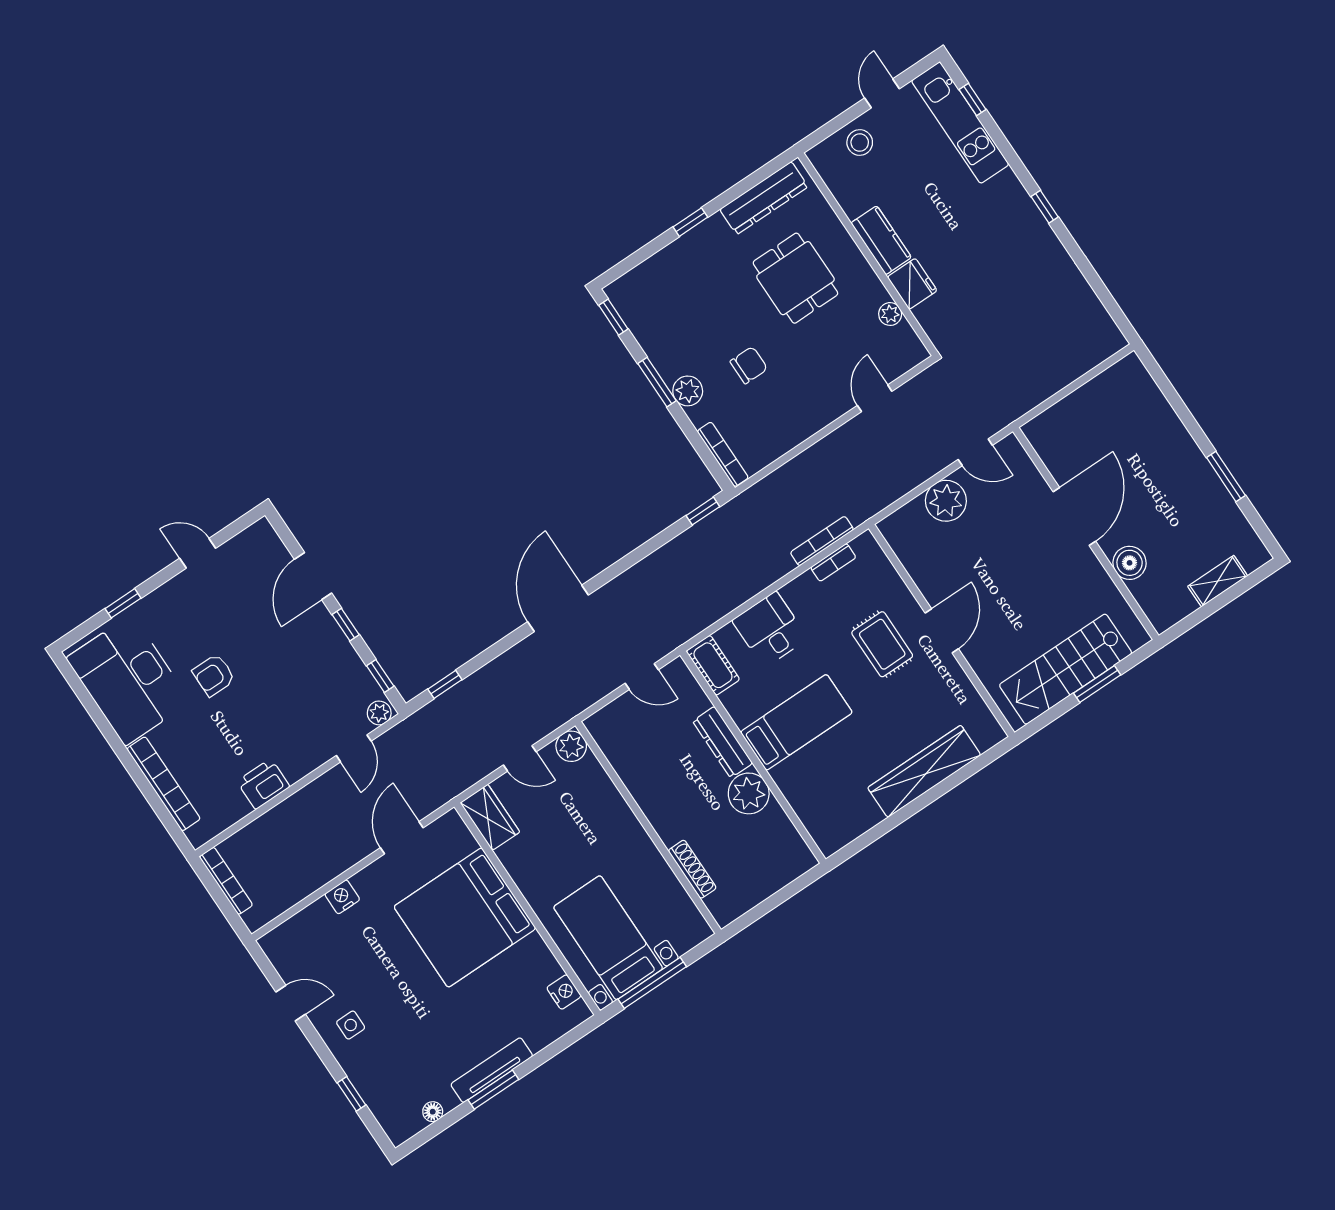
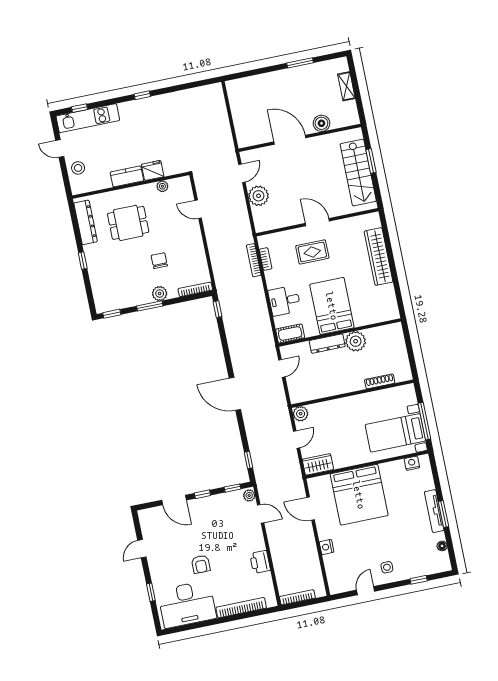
bed: (796, 722) -> (332, 306), width x1.50

